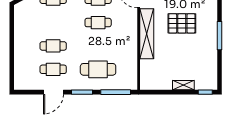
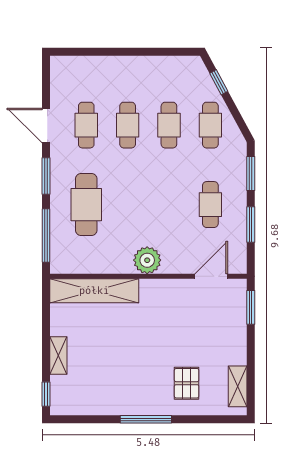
cafe table: (98, 23) -> (169, 125), moved
pallet: (182, 23) -> (187, 383), moved, width x0.67, depth x0.71
shelving: (147, 34) -> (94, 291), moved
plant: (130, 35) -> (147, 260), added

